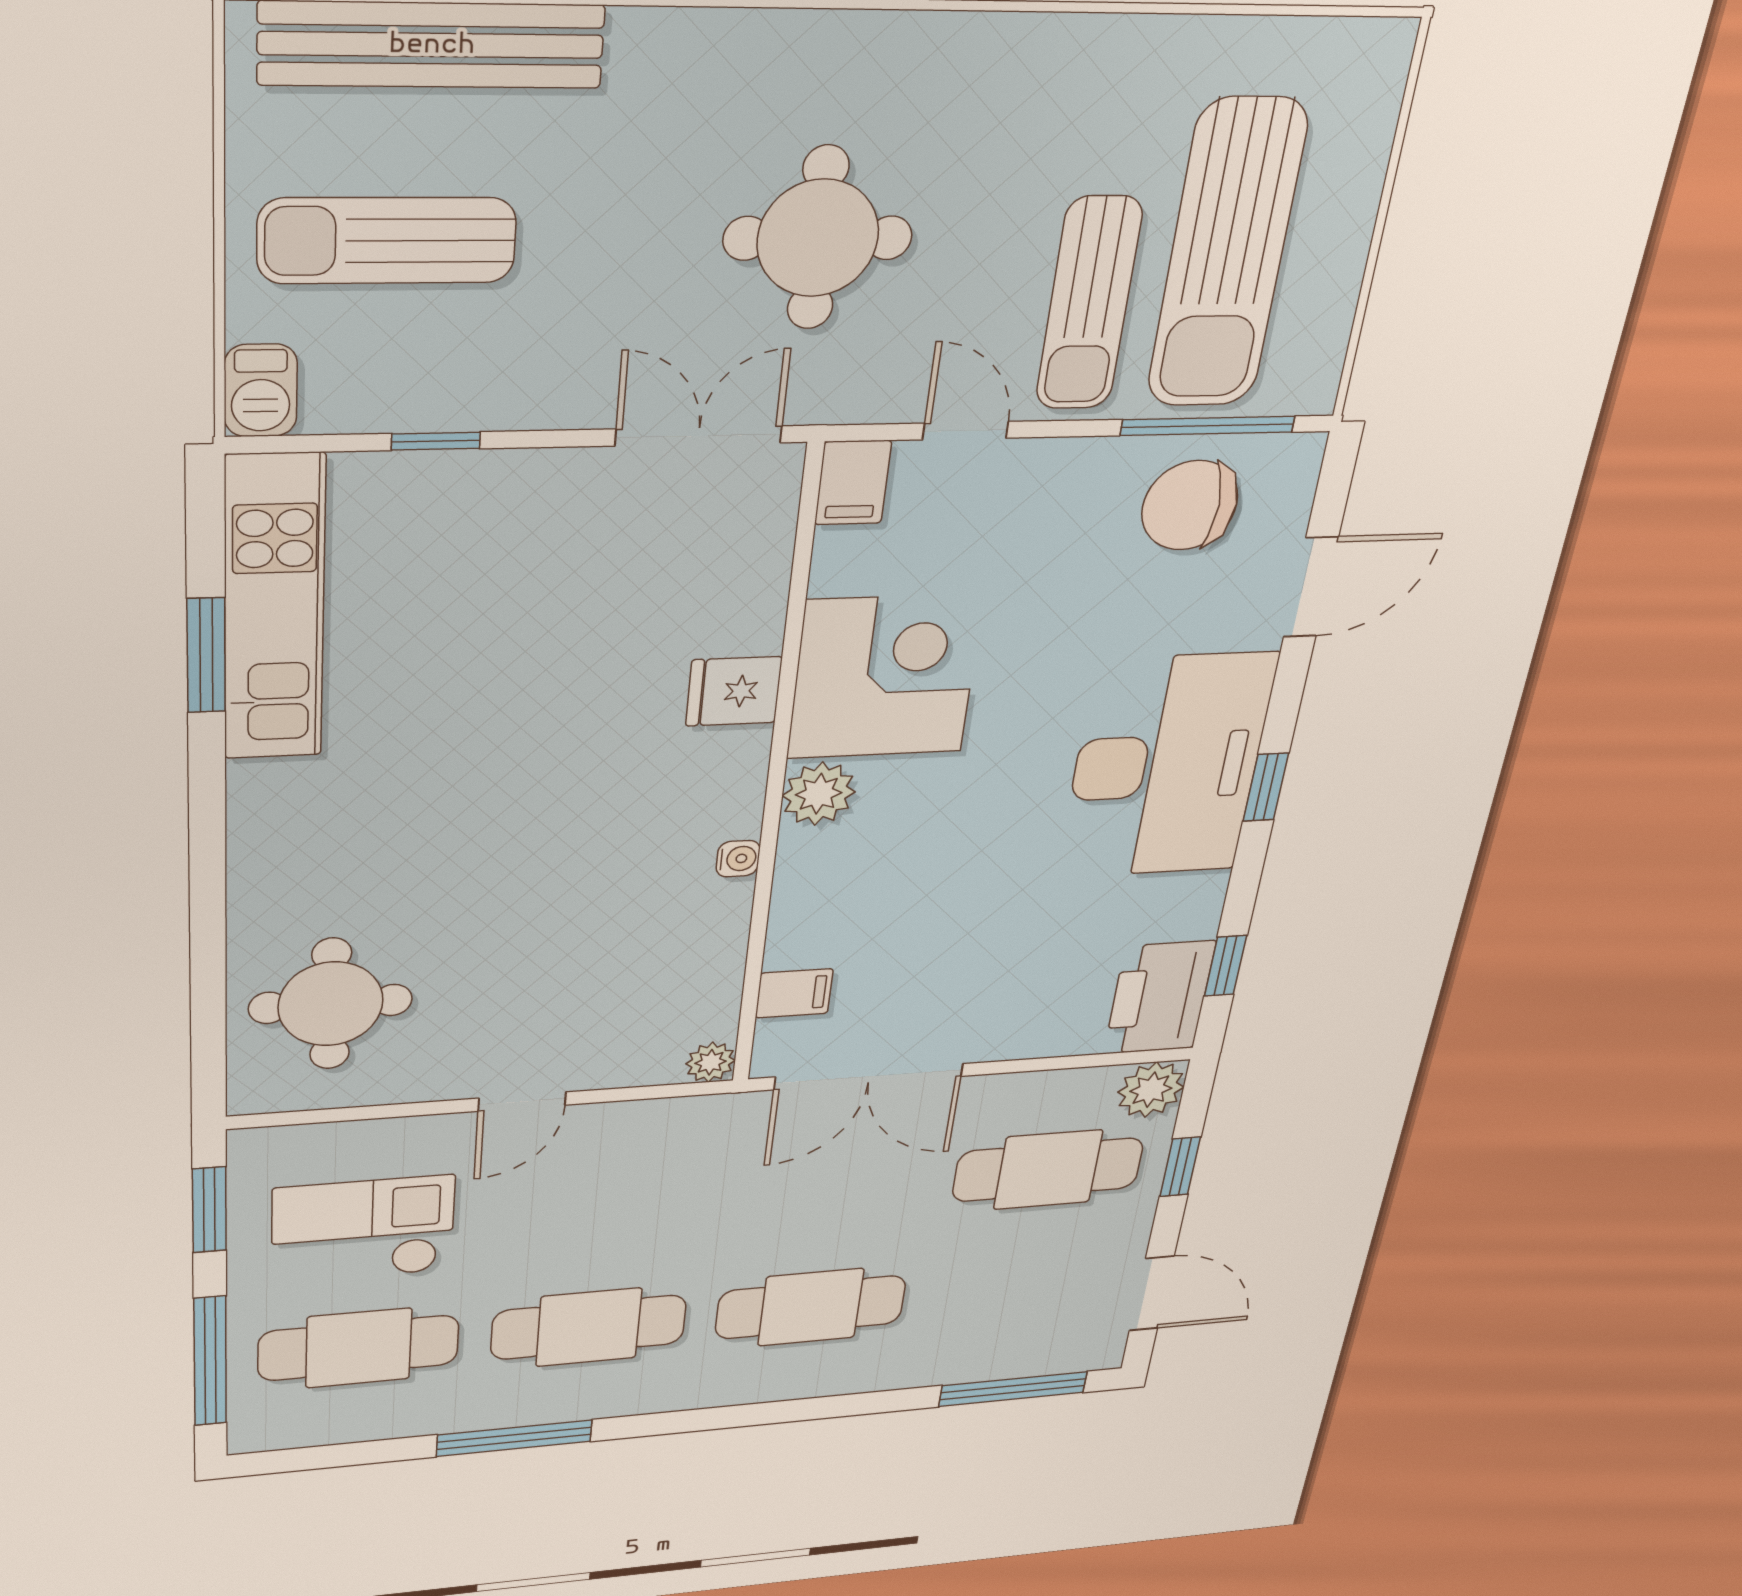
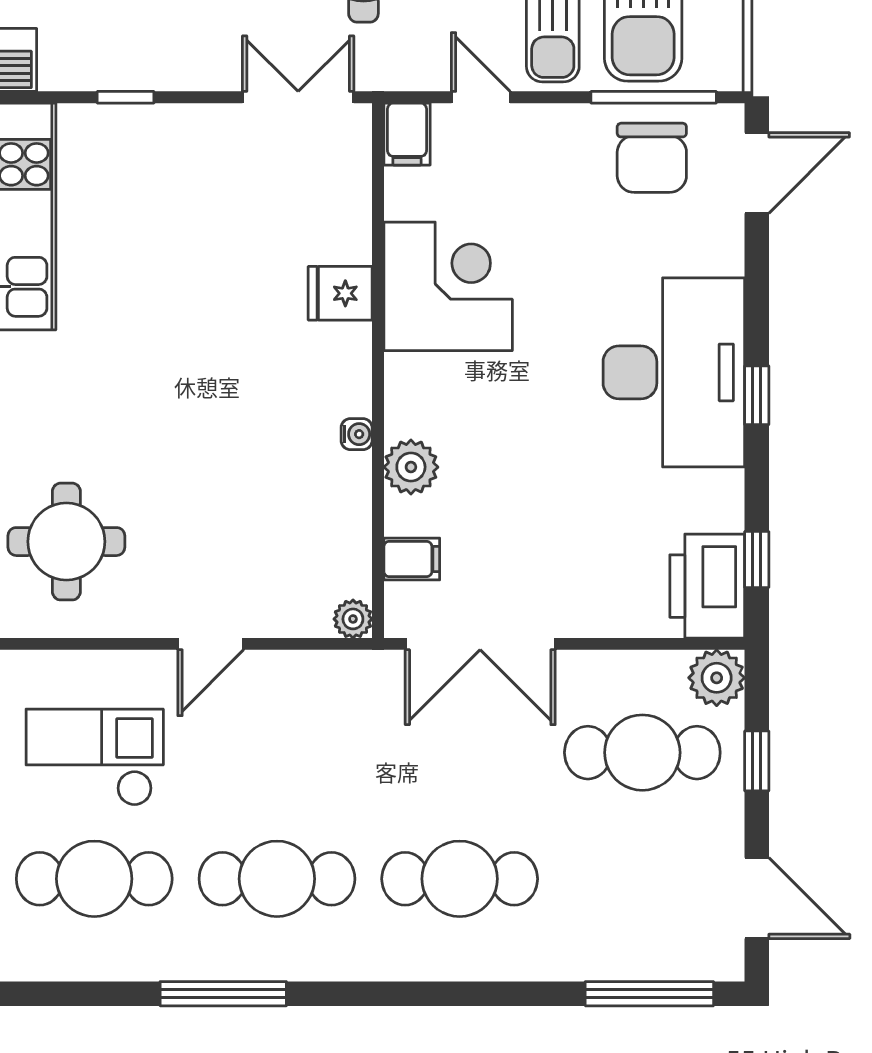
chair: (1190, 505) -> (652, 158), turned -90
door: (1311, 587) -> (757, 173), moved
plant: (819, 794) -> (411, 467), moved

